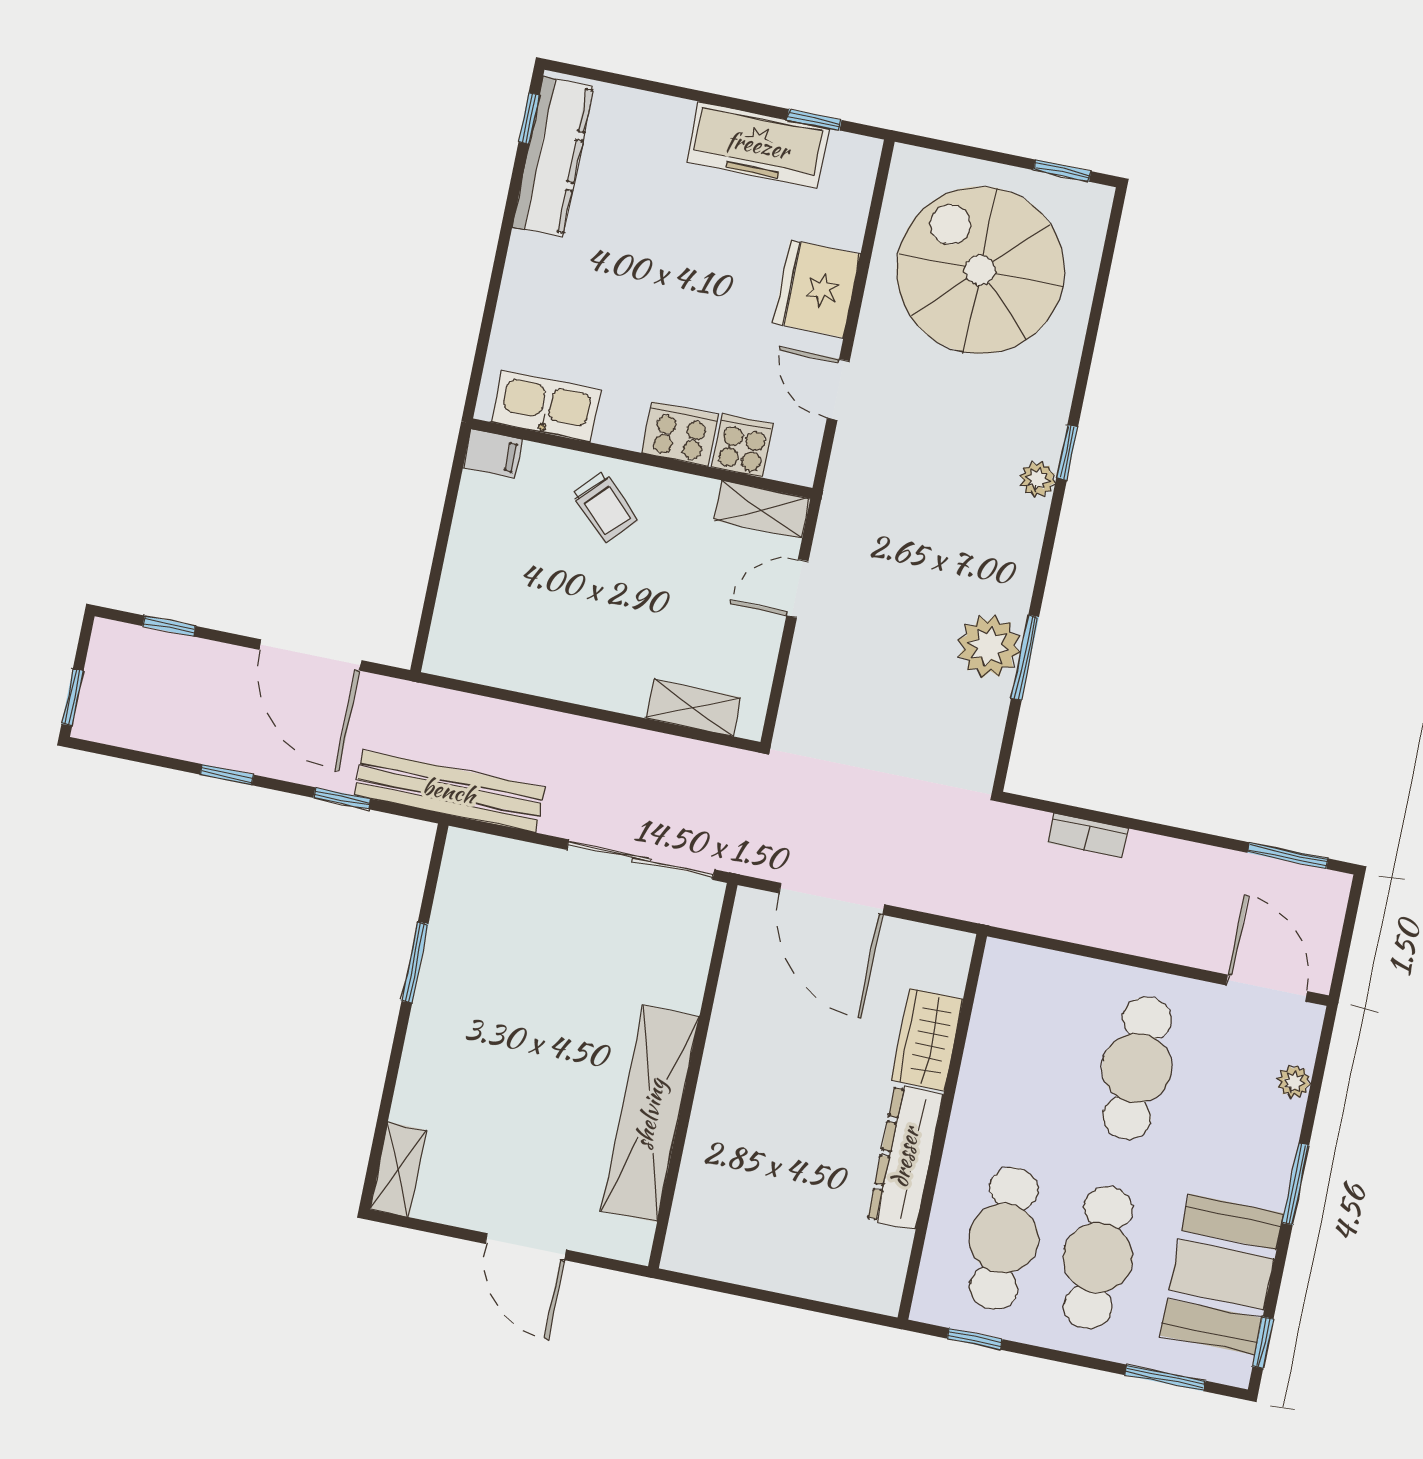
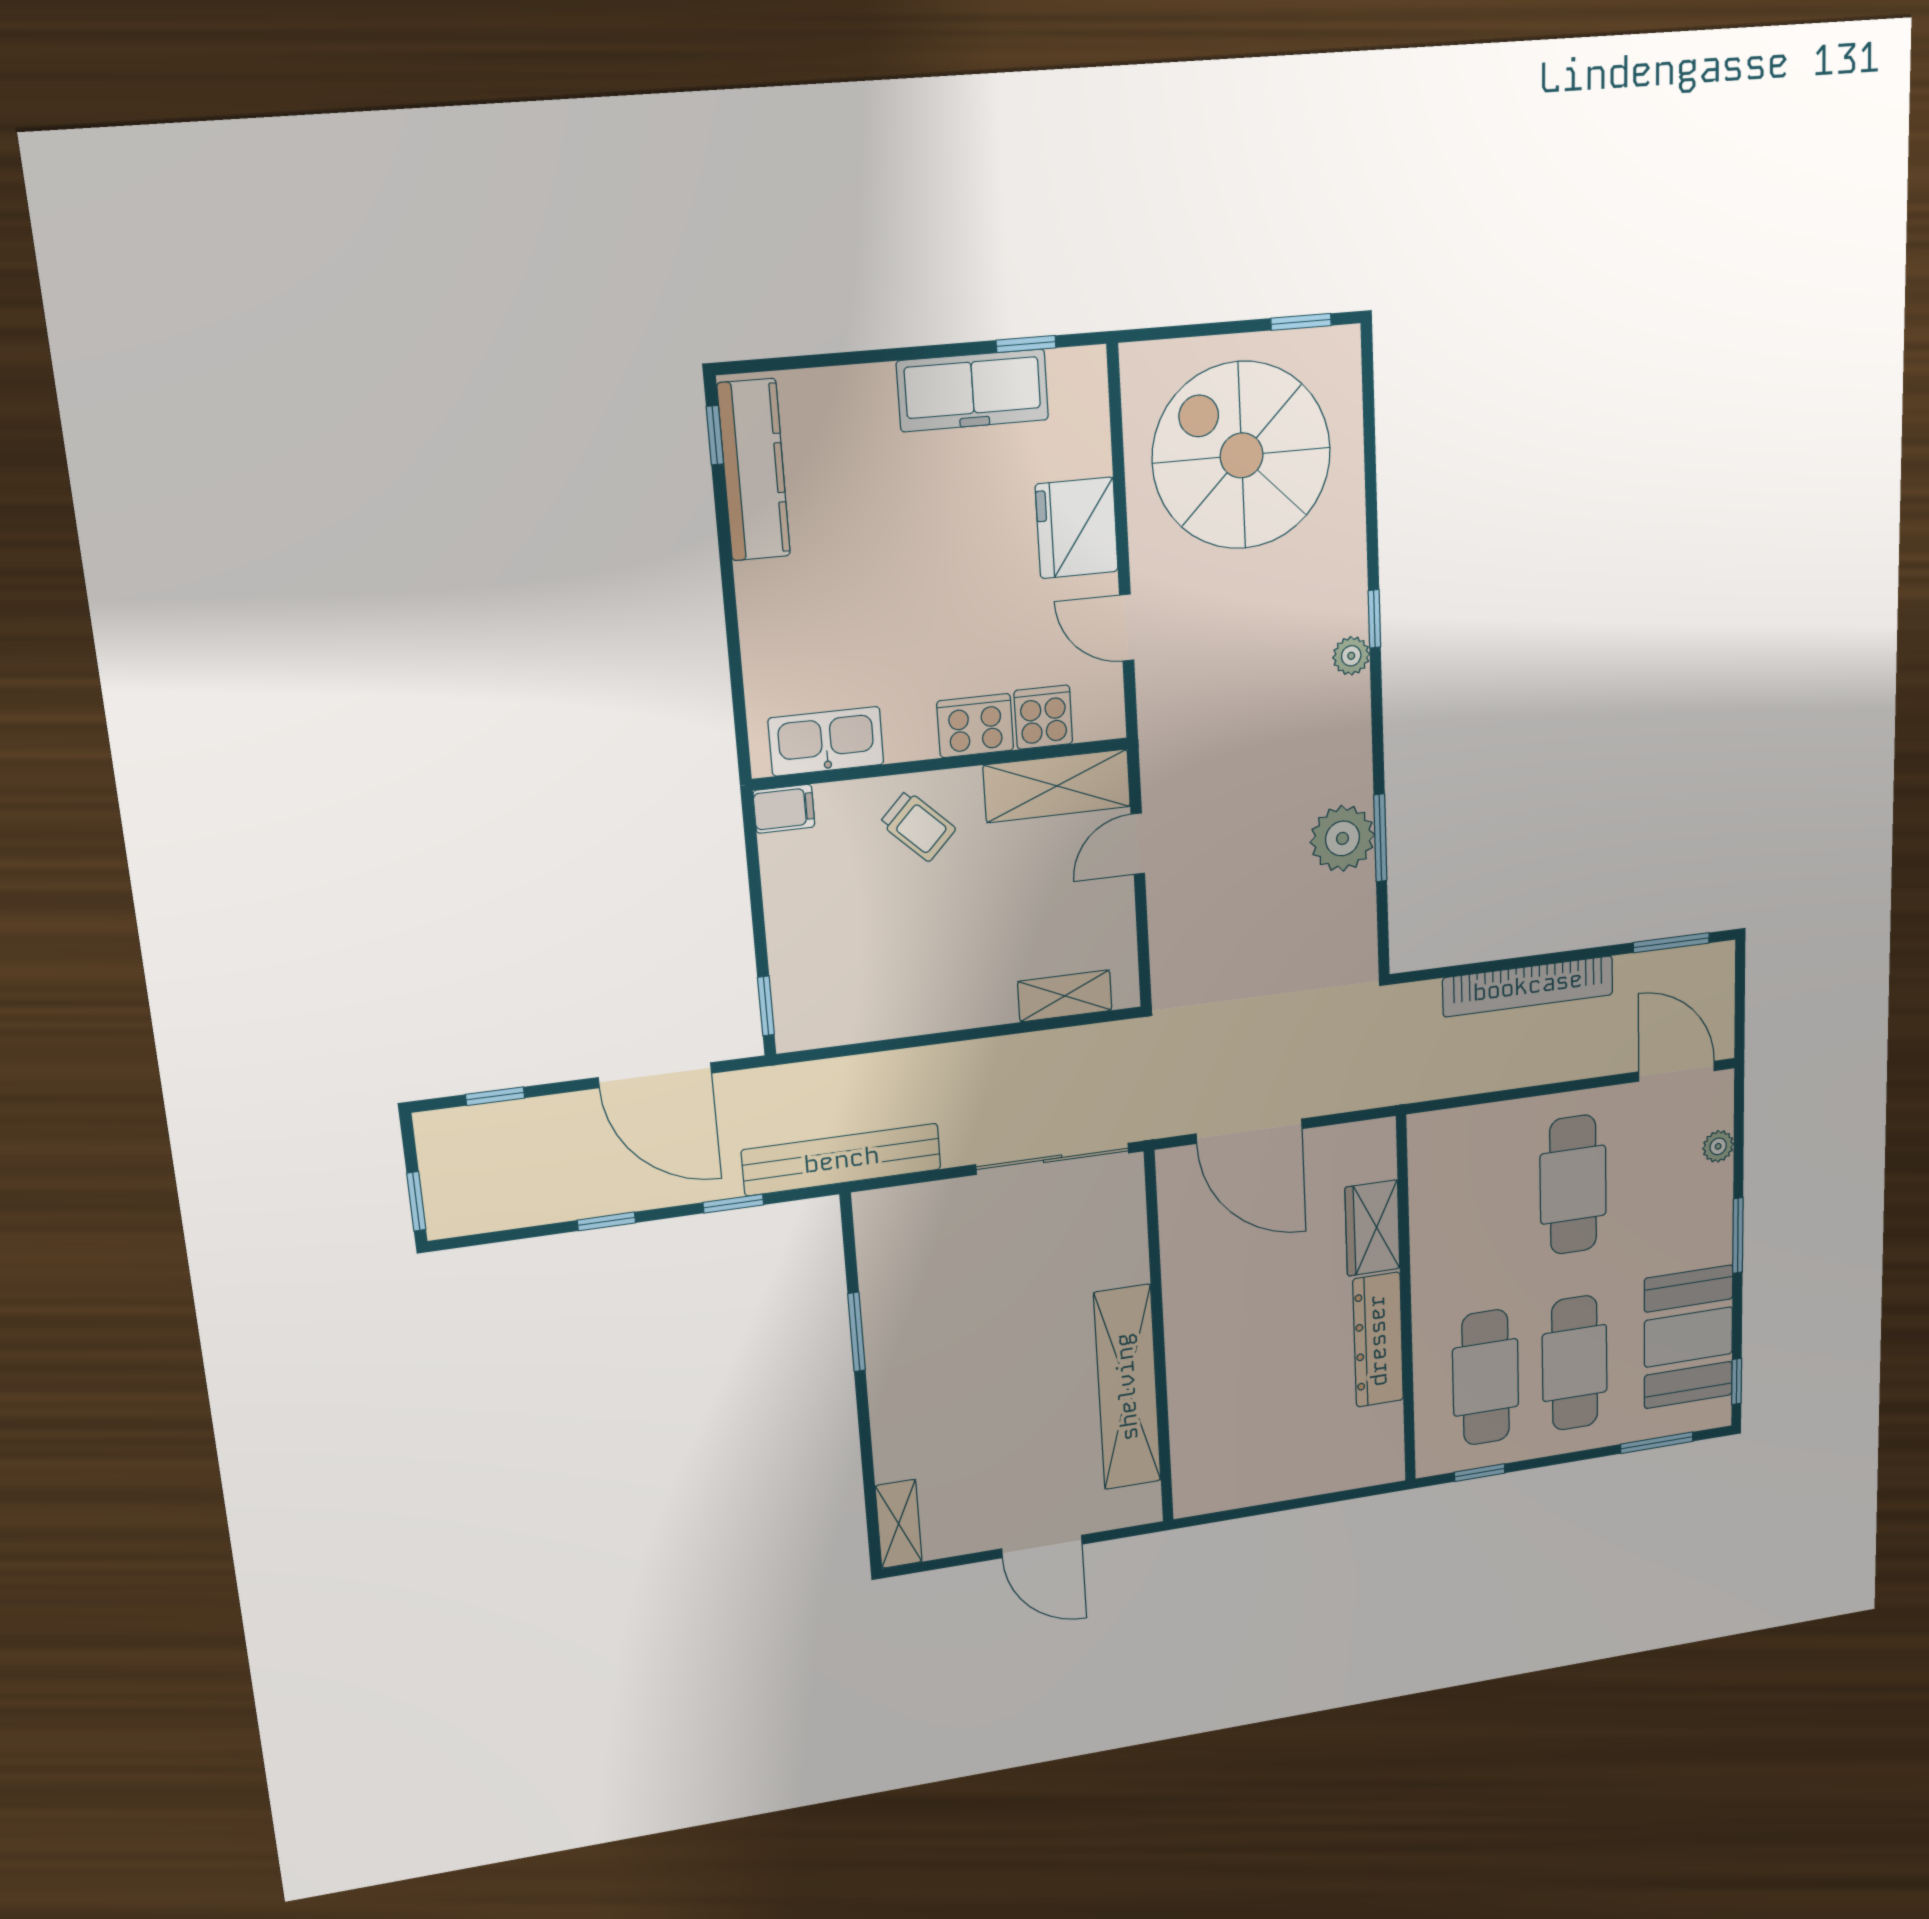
shelving: (762, 509) -> (1057, 786), width x1.50, depth x1.33
window: (425, 625) -> (766, 1006), added
bookcase: (1088, 836) -> (1528, 986), width x2.31, depth x1.31

